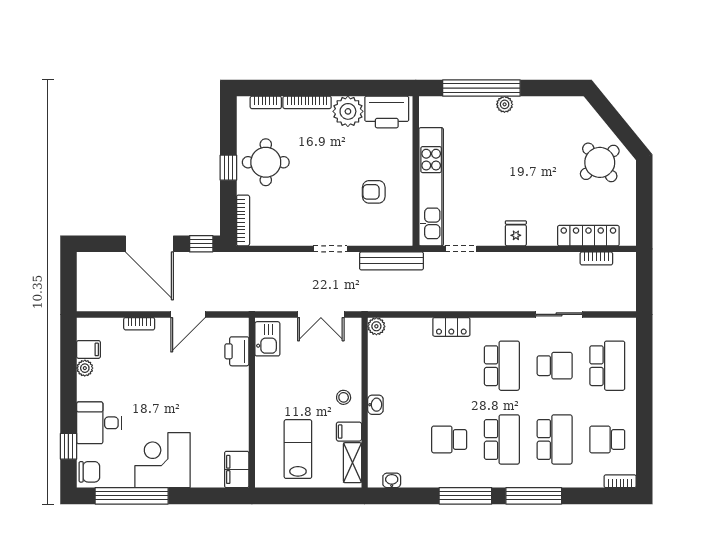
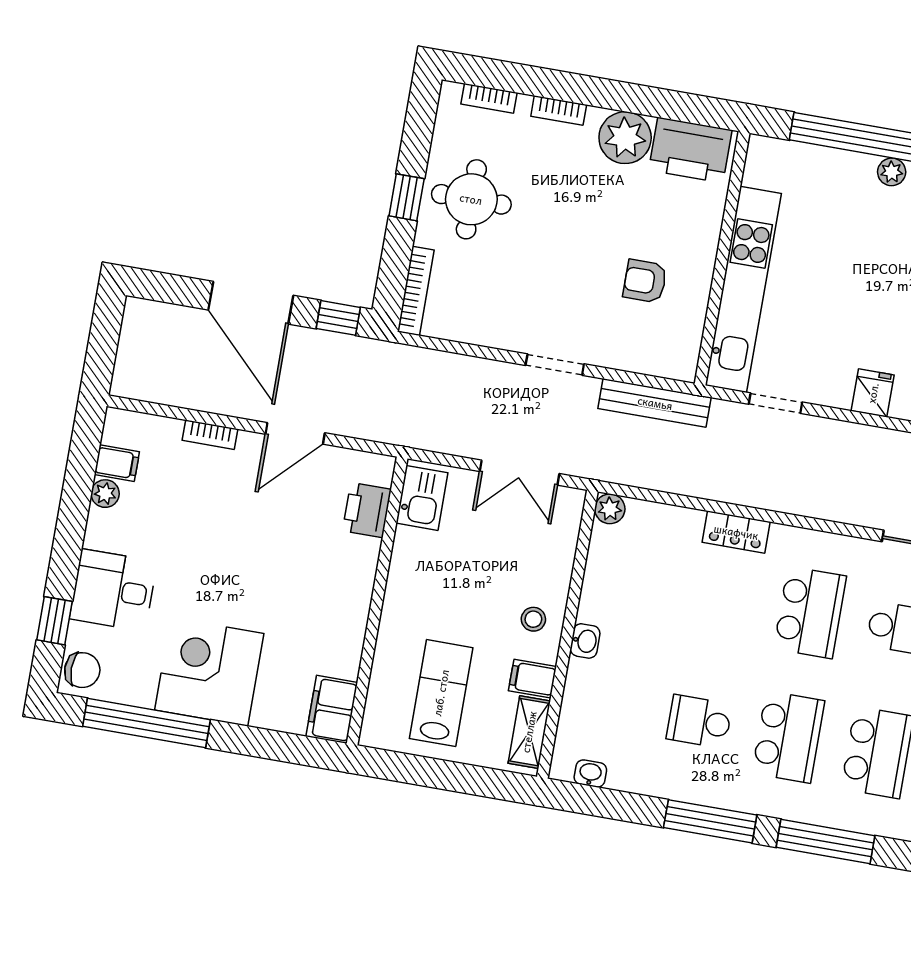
bookcase: (307, 102) -> (559, 110), width x0.64

